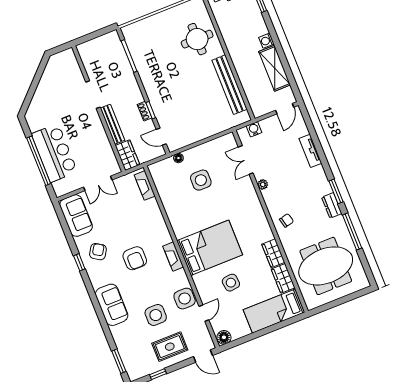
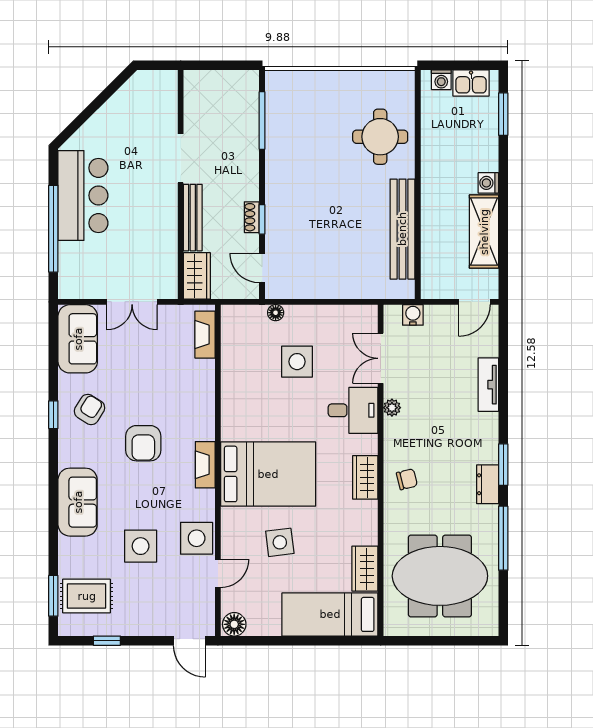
bar counter: (54, 153) -> (83, 195), moved
desk: (242, 194) -> (353, 410), added
wardrobe: (273, 253) -> (365, 477), moved
rug: (170, 347) -> (87, 596), moved

